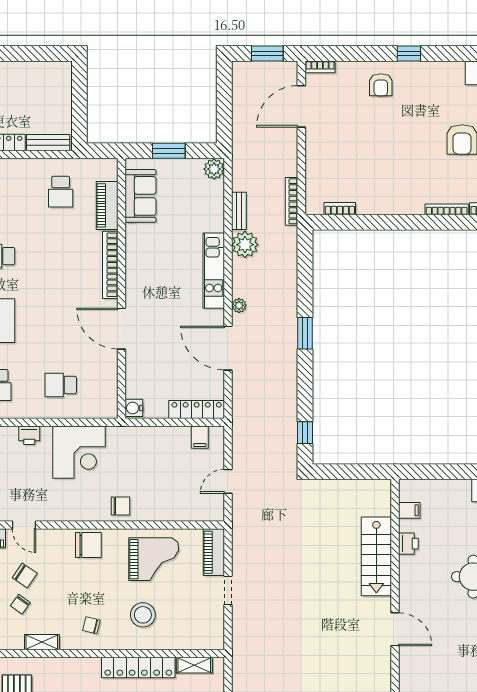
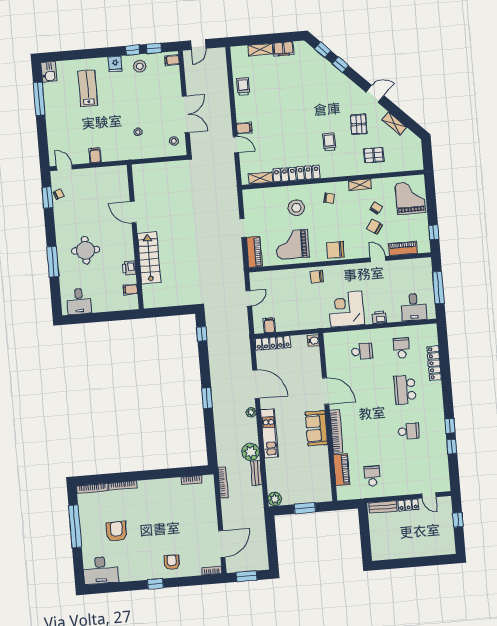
sofa: (141, 196) -> (316, 428), moved

